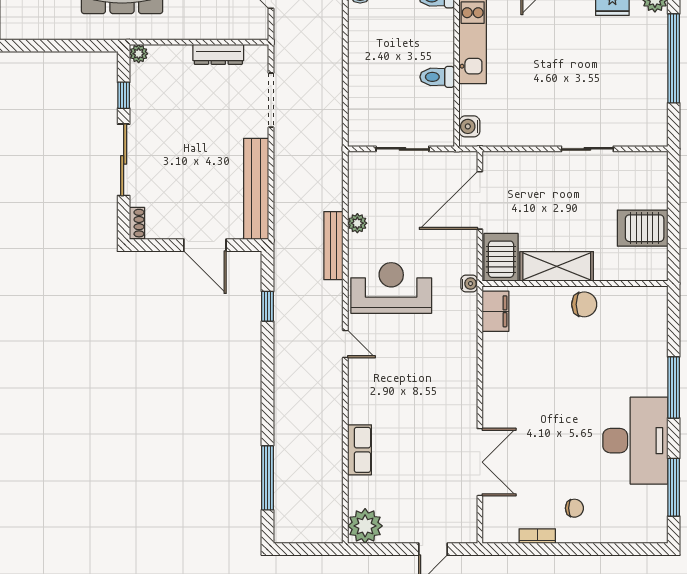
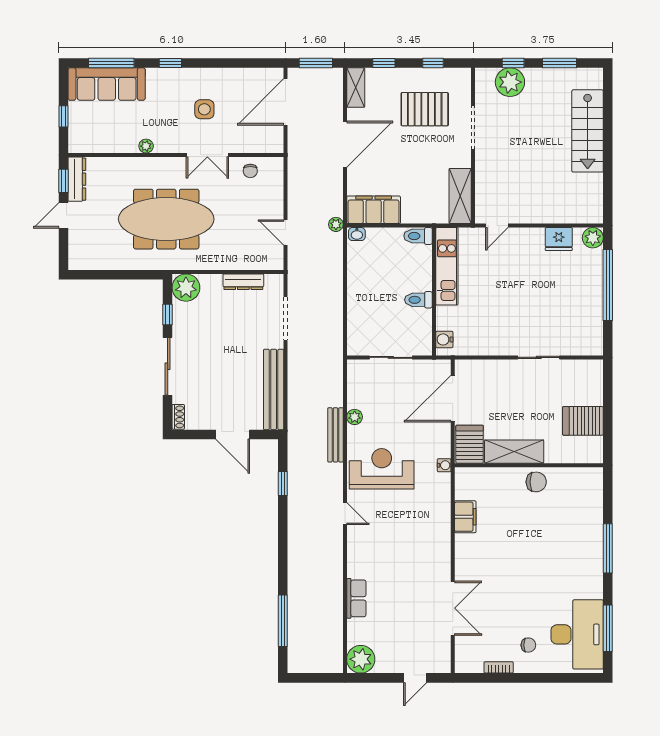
plant: (139, 54) -> (186, 288), width x1.88, depth x1.88
filing cabinet: (496, 311) -> (465, 517), moved
desk: (635, 441) -> (577, 634), moved

